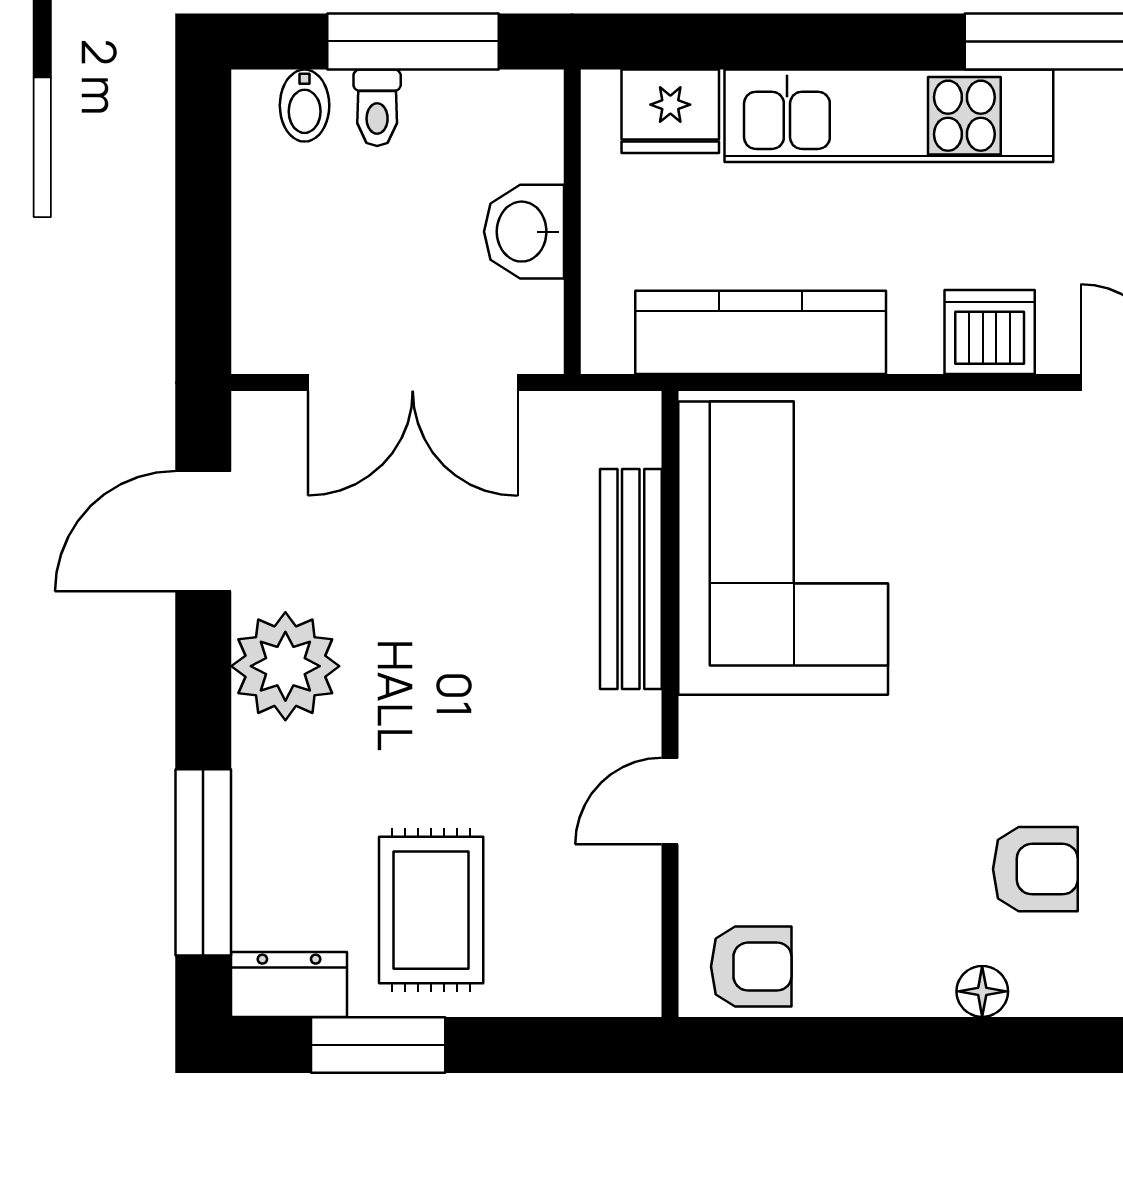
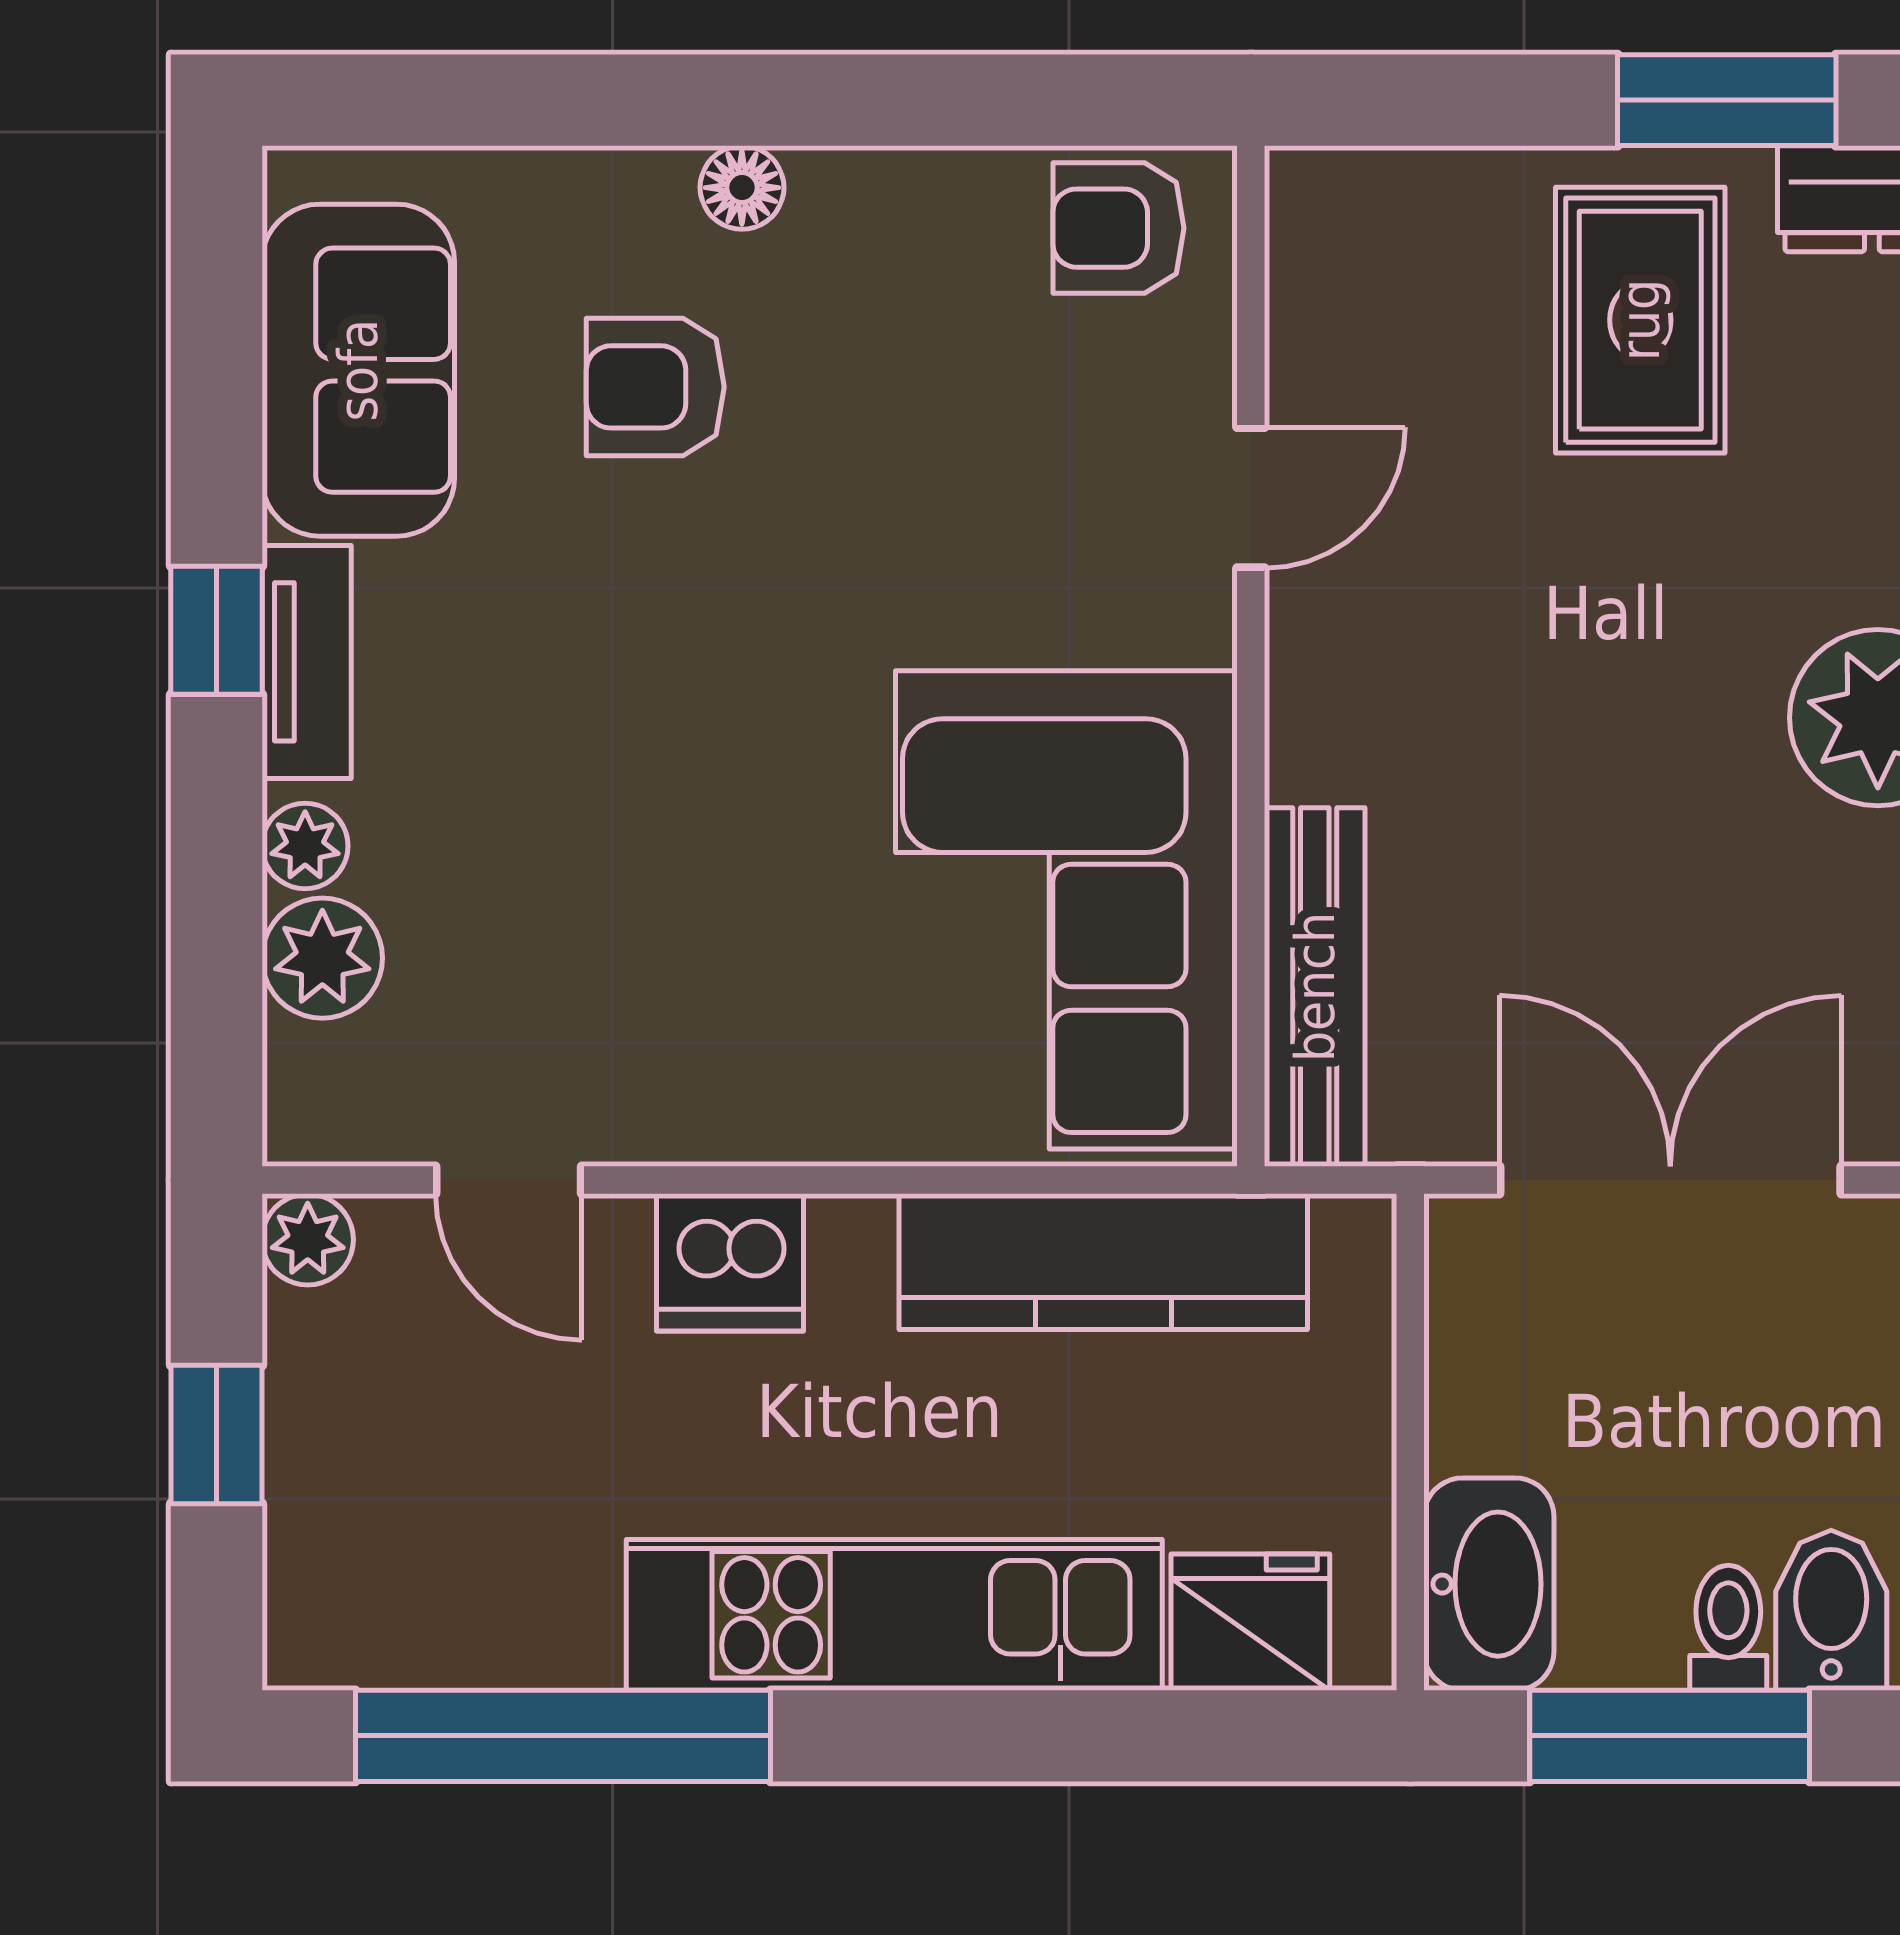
bidet: (305, 106) -> (1831, 1610), width x1.38, depth x1.36
washbasin: (524, 232) -> (1489, 1584), moved, width x1.38
bench: (631, 579) -> (1315, 987), moved

